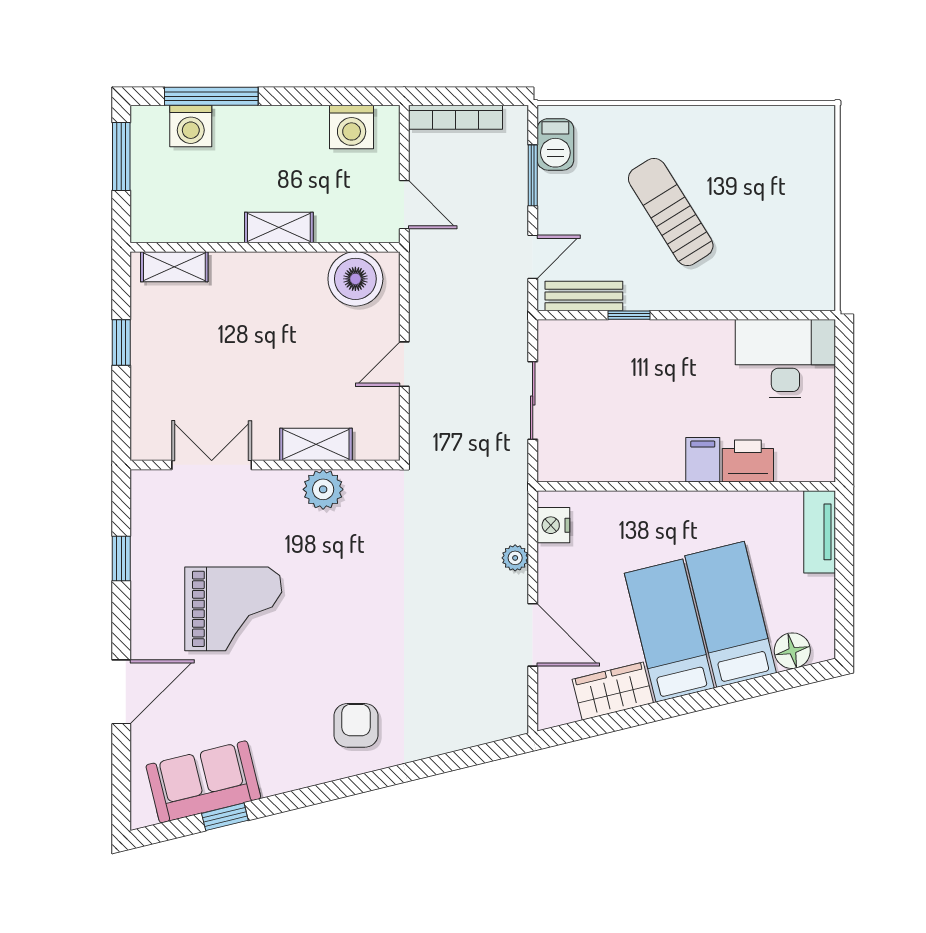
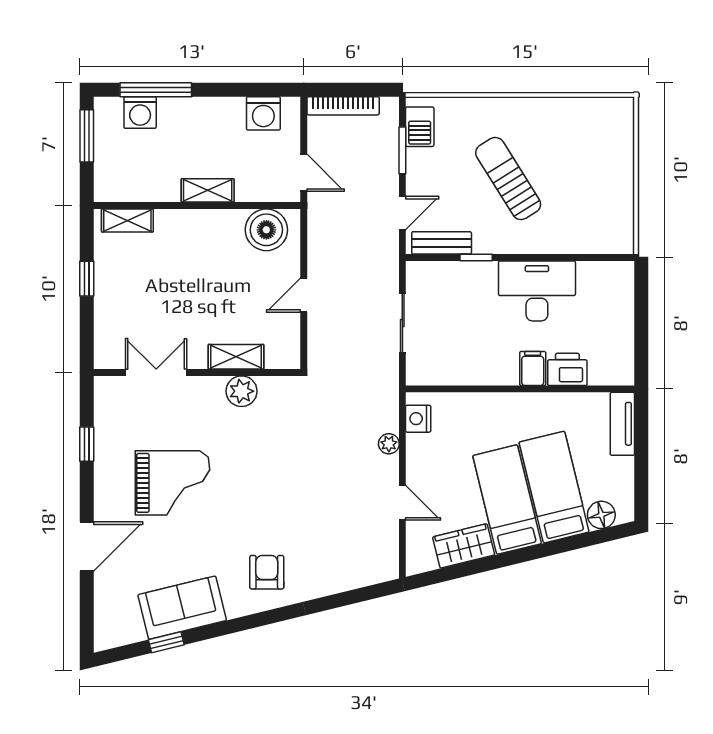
desk: (785, 359) -> (537, 291), moved
door: (533, 635) -> (402, 503), width x0.73
sofa: (203, 782) -> (182, 608), moved

